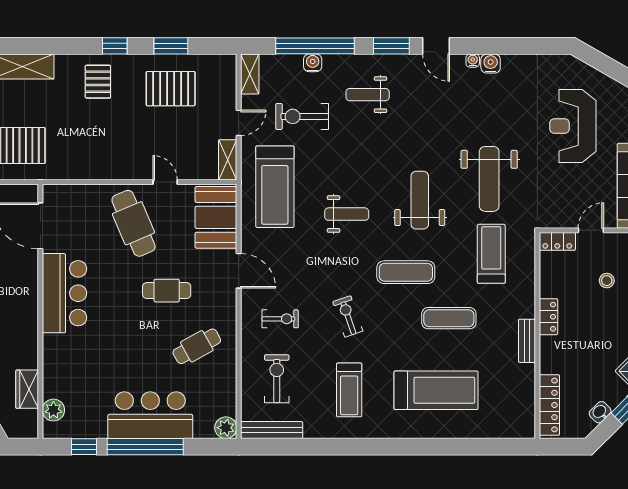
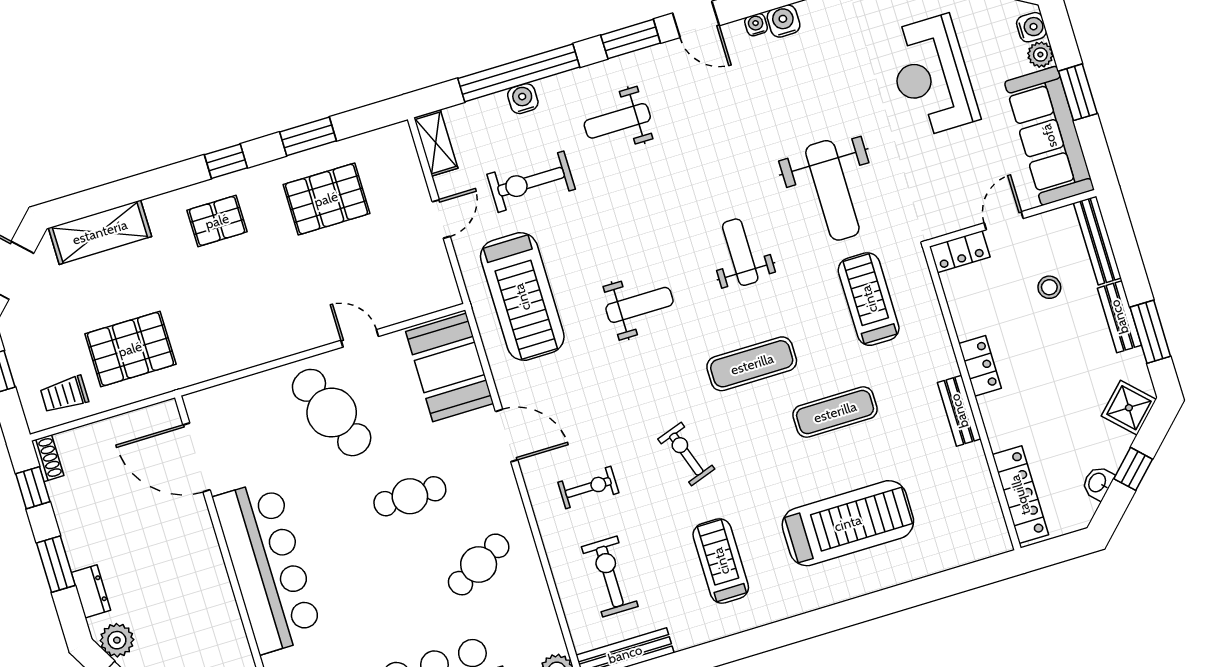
pallet: (98, 82) -> (217, 221), turned 90
shelving: (228, 160) -> (441, 278), removed
weight bench: (420, 200) -> (740, 252), width x0.73, depth x0.75
bar counter: (64, 293) -> (268, 566), width x1.36
treadmill: (349, 390) -> (721, 561), turned 180

